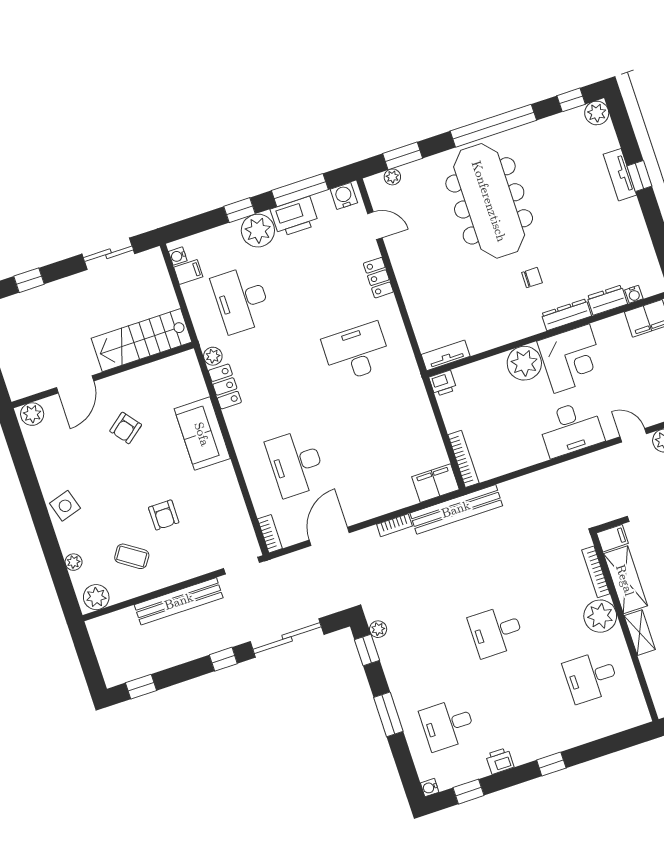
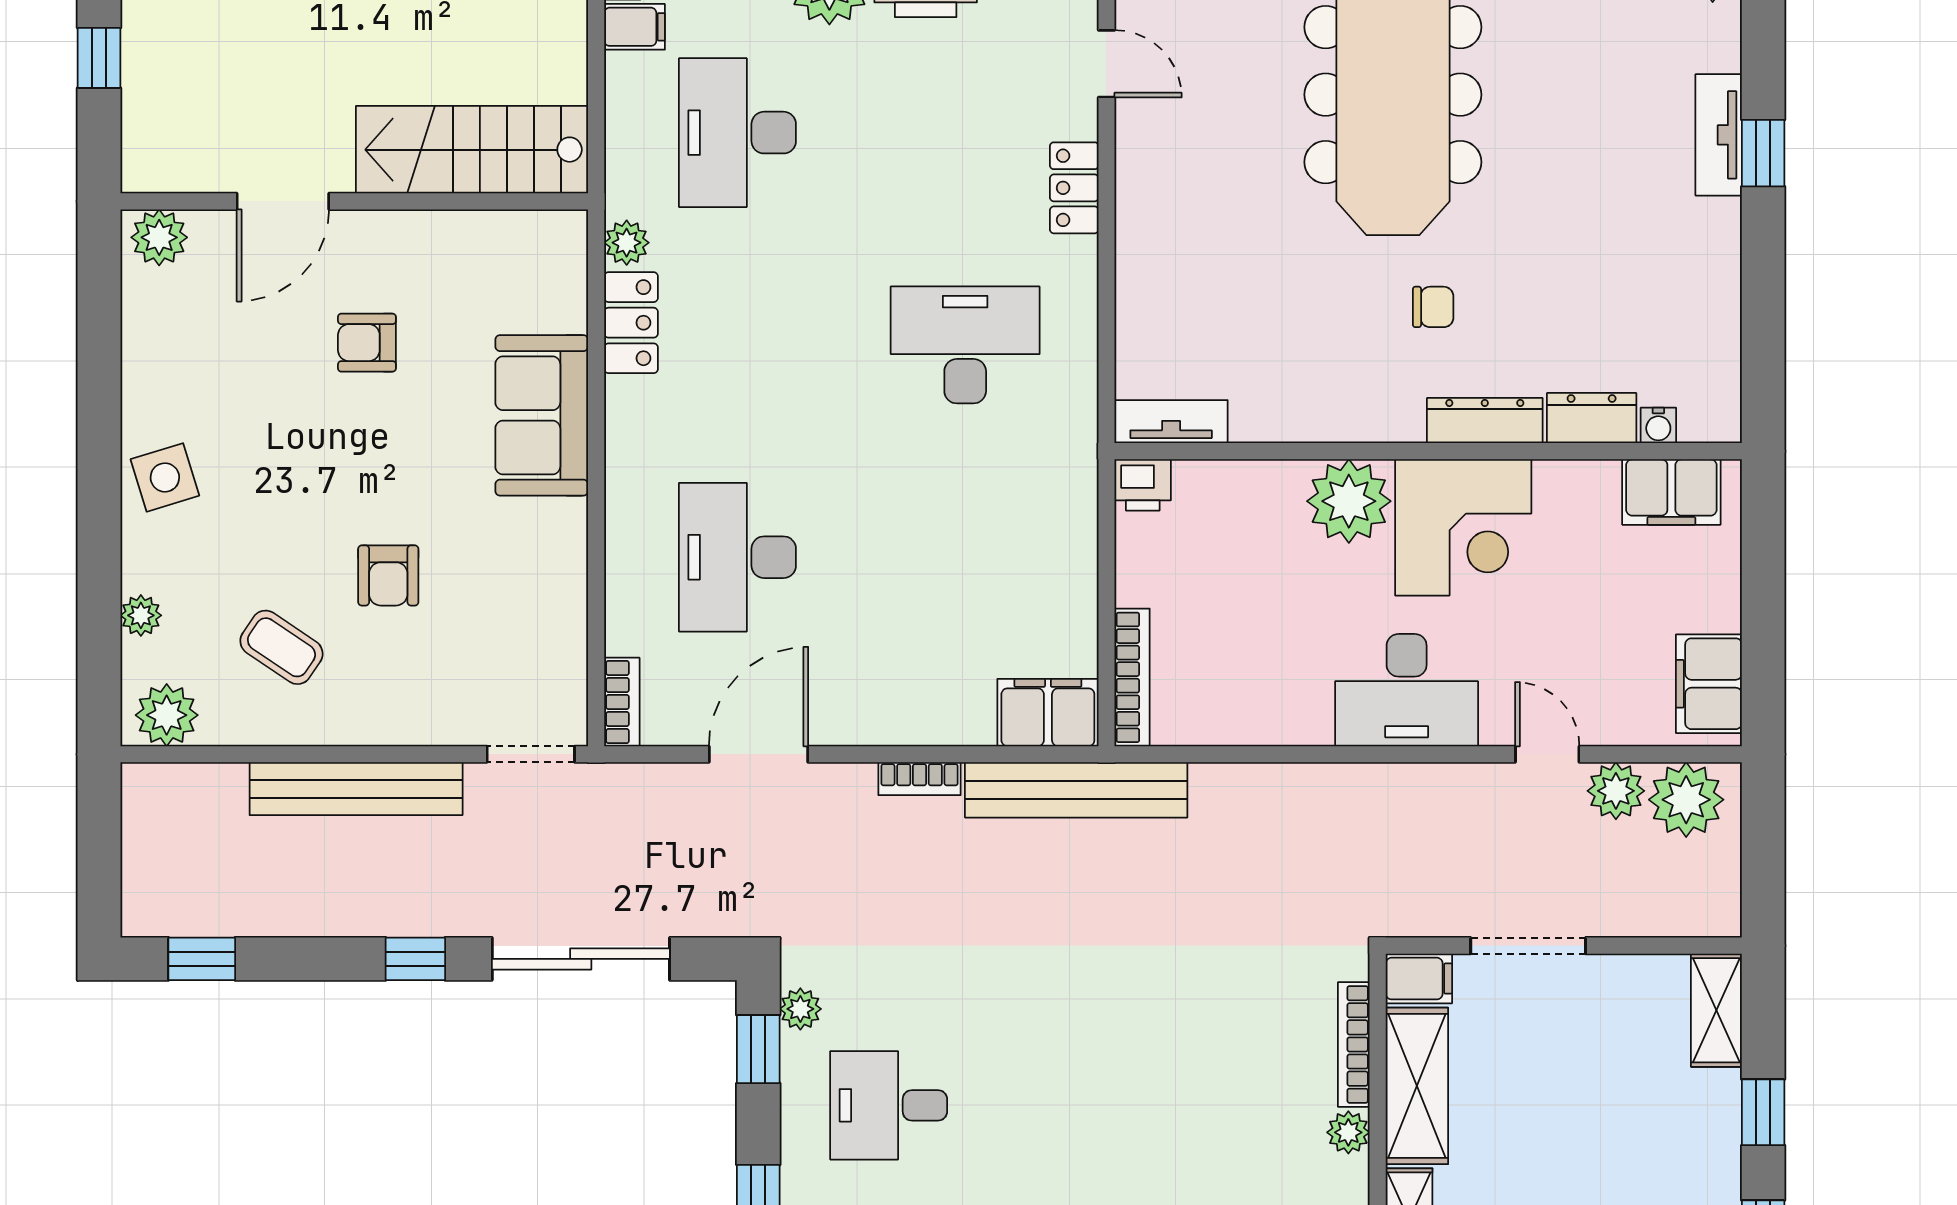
armchair: (126, 428) -> (367, 343), turned 38
plant: (600, 616) -> (1348, 1132), width x0.53, depth x0.53
desk: (496, 631) -> (889, 1105), moved

